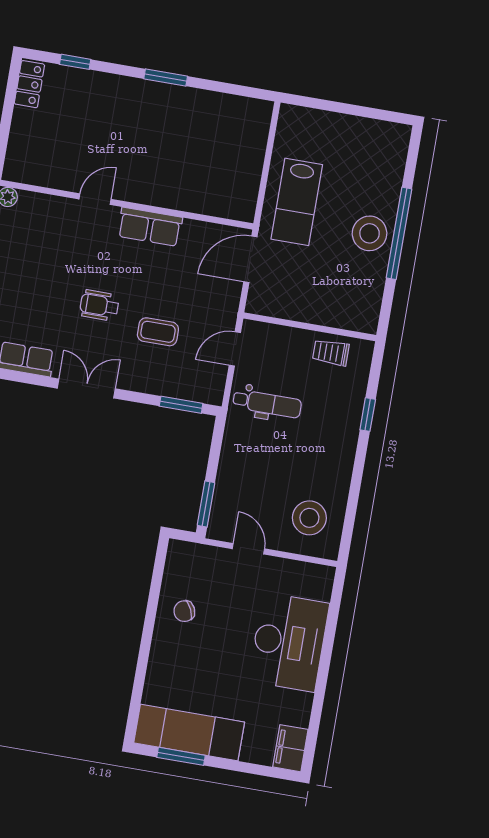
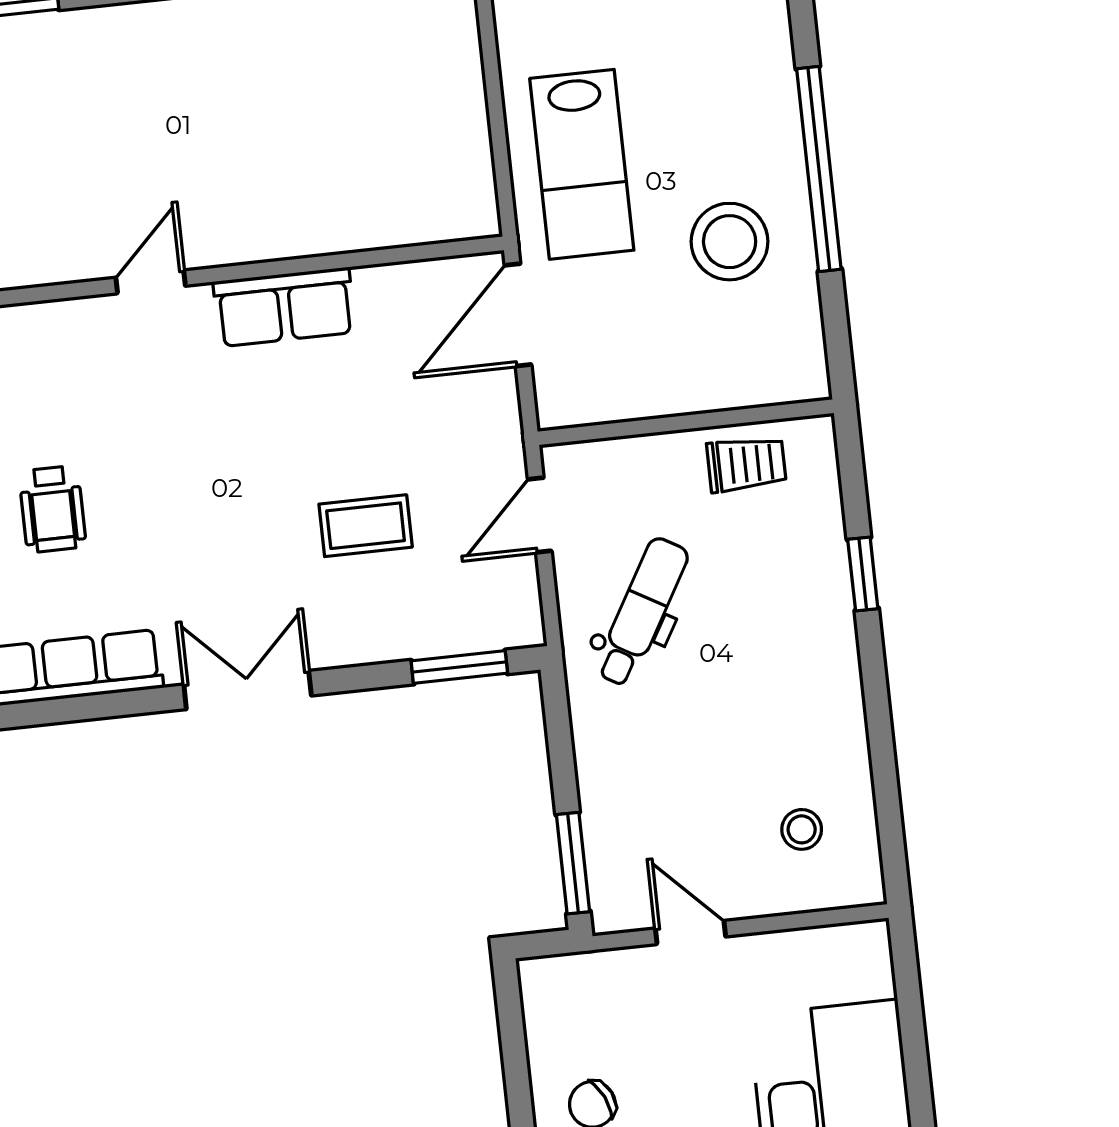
stool: (370, 233) -> (730, 242), moved
wheelchair: (99, 305) -> (52, 509), moved, turned -90
trolley: (331, 352) -> (746, 464), turned 180
dental chair: (267, 404) -> (642, 612), turned -60
stool: (309, 518) -> (802, 829), width x0.53, depth x0.53

